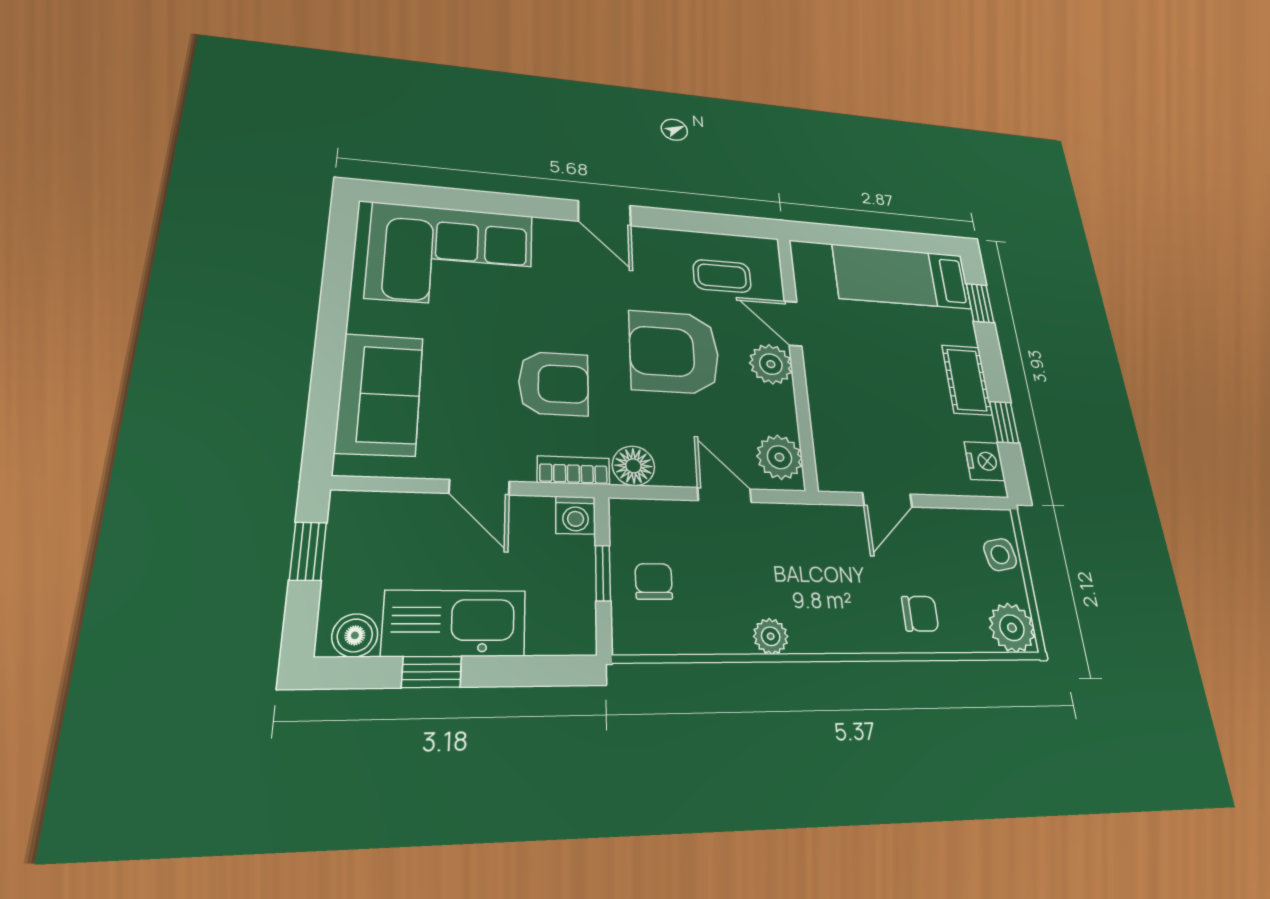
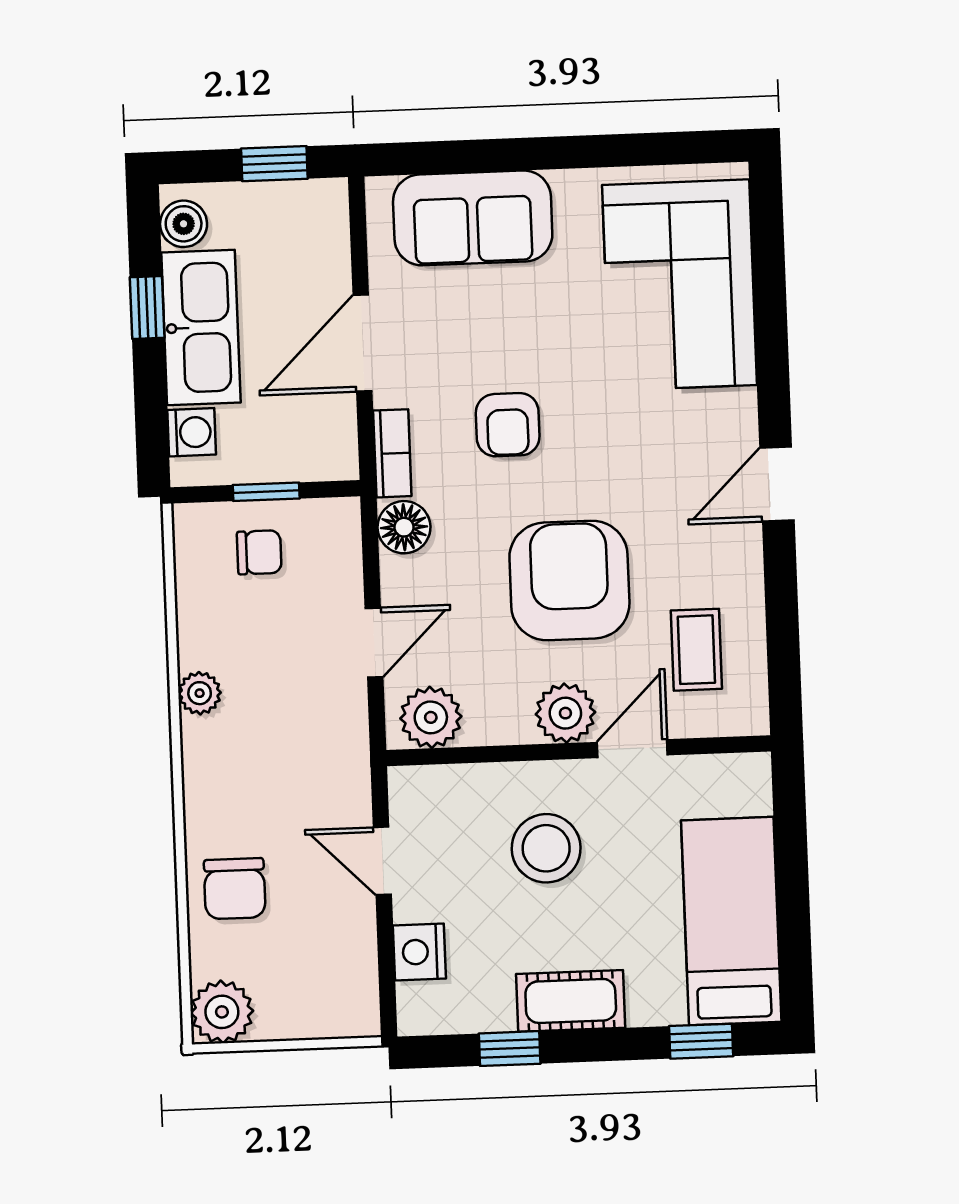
armchair: (554, 383) -> (508, 425), width x0.72, depth x0.72
stool: (867, 386) -> (546, 848), added
nightstand: (985, 461) -> (419, 952), moved, turned 90
door: (479, 487) -> (362, 343), width x1.37
washing machine: (576, 515) -> (192, 432), moved, turned 180
side table: (1000, 555) -> (317, 1011), removed
chair: (920, 614) -> (235, 889), width x1.37, depth x1.37

